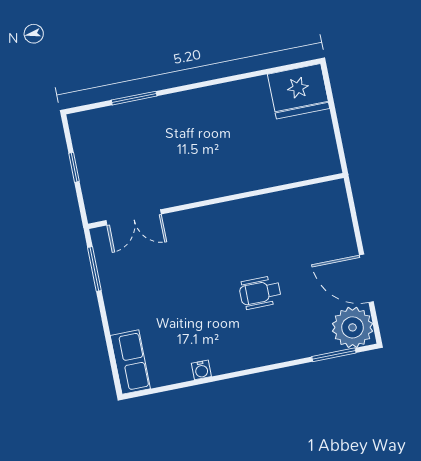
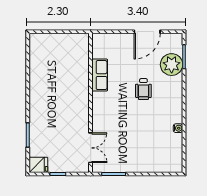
fridge: (299, 91) -> (38, 165), moved, width x0.53, depth x0.75
plant: (353, 327) -> (172, 65), moved
row of seats: (130, 362) -> (100, 75), moved, turned 90

